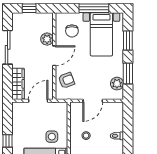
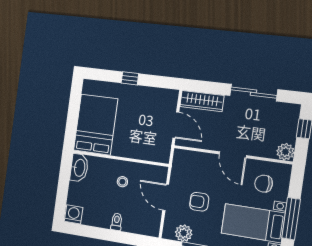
plant: (47, 39) -> (285, 152), moved
armchair: (66, 80) -> (199, 202), moved, turned 111
side table: (52, 137) -> (127, 137), removed

